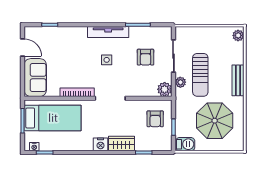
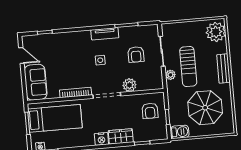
tv unit: (108, 32) -> (105, 34), width x0.71
plant: (238, 35) -> (216, 32), width x1.88, depth x1.88
plant: (165, 89) -> (129, 85), moved

